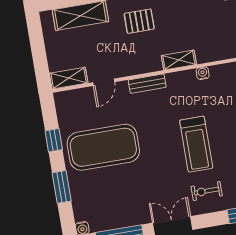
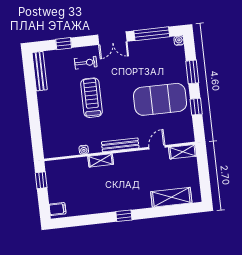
pallet: (139, 21) -> (128, 191), removed
bench: (147, 84) -> (120, 145), width x1.36

